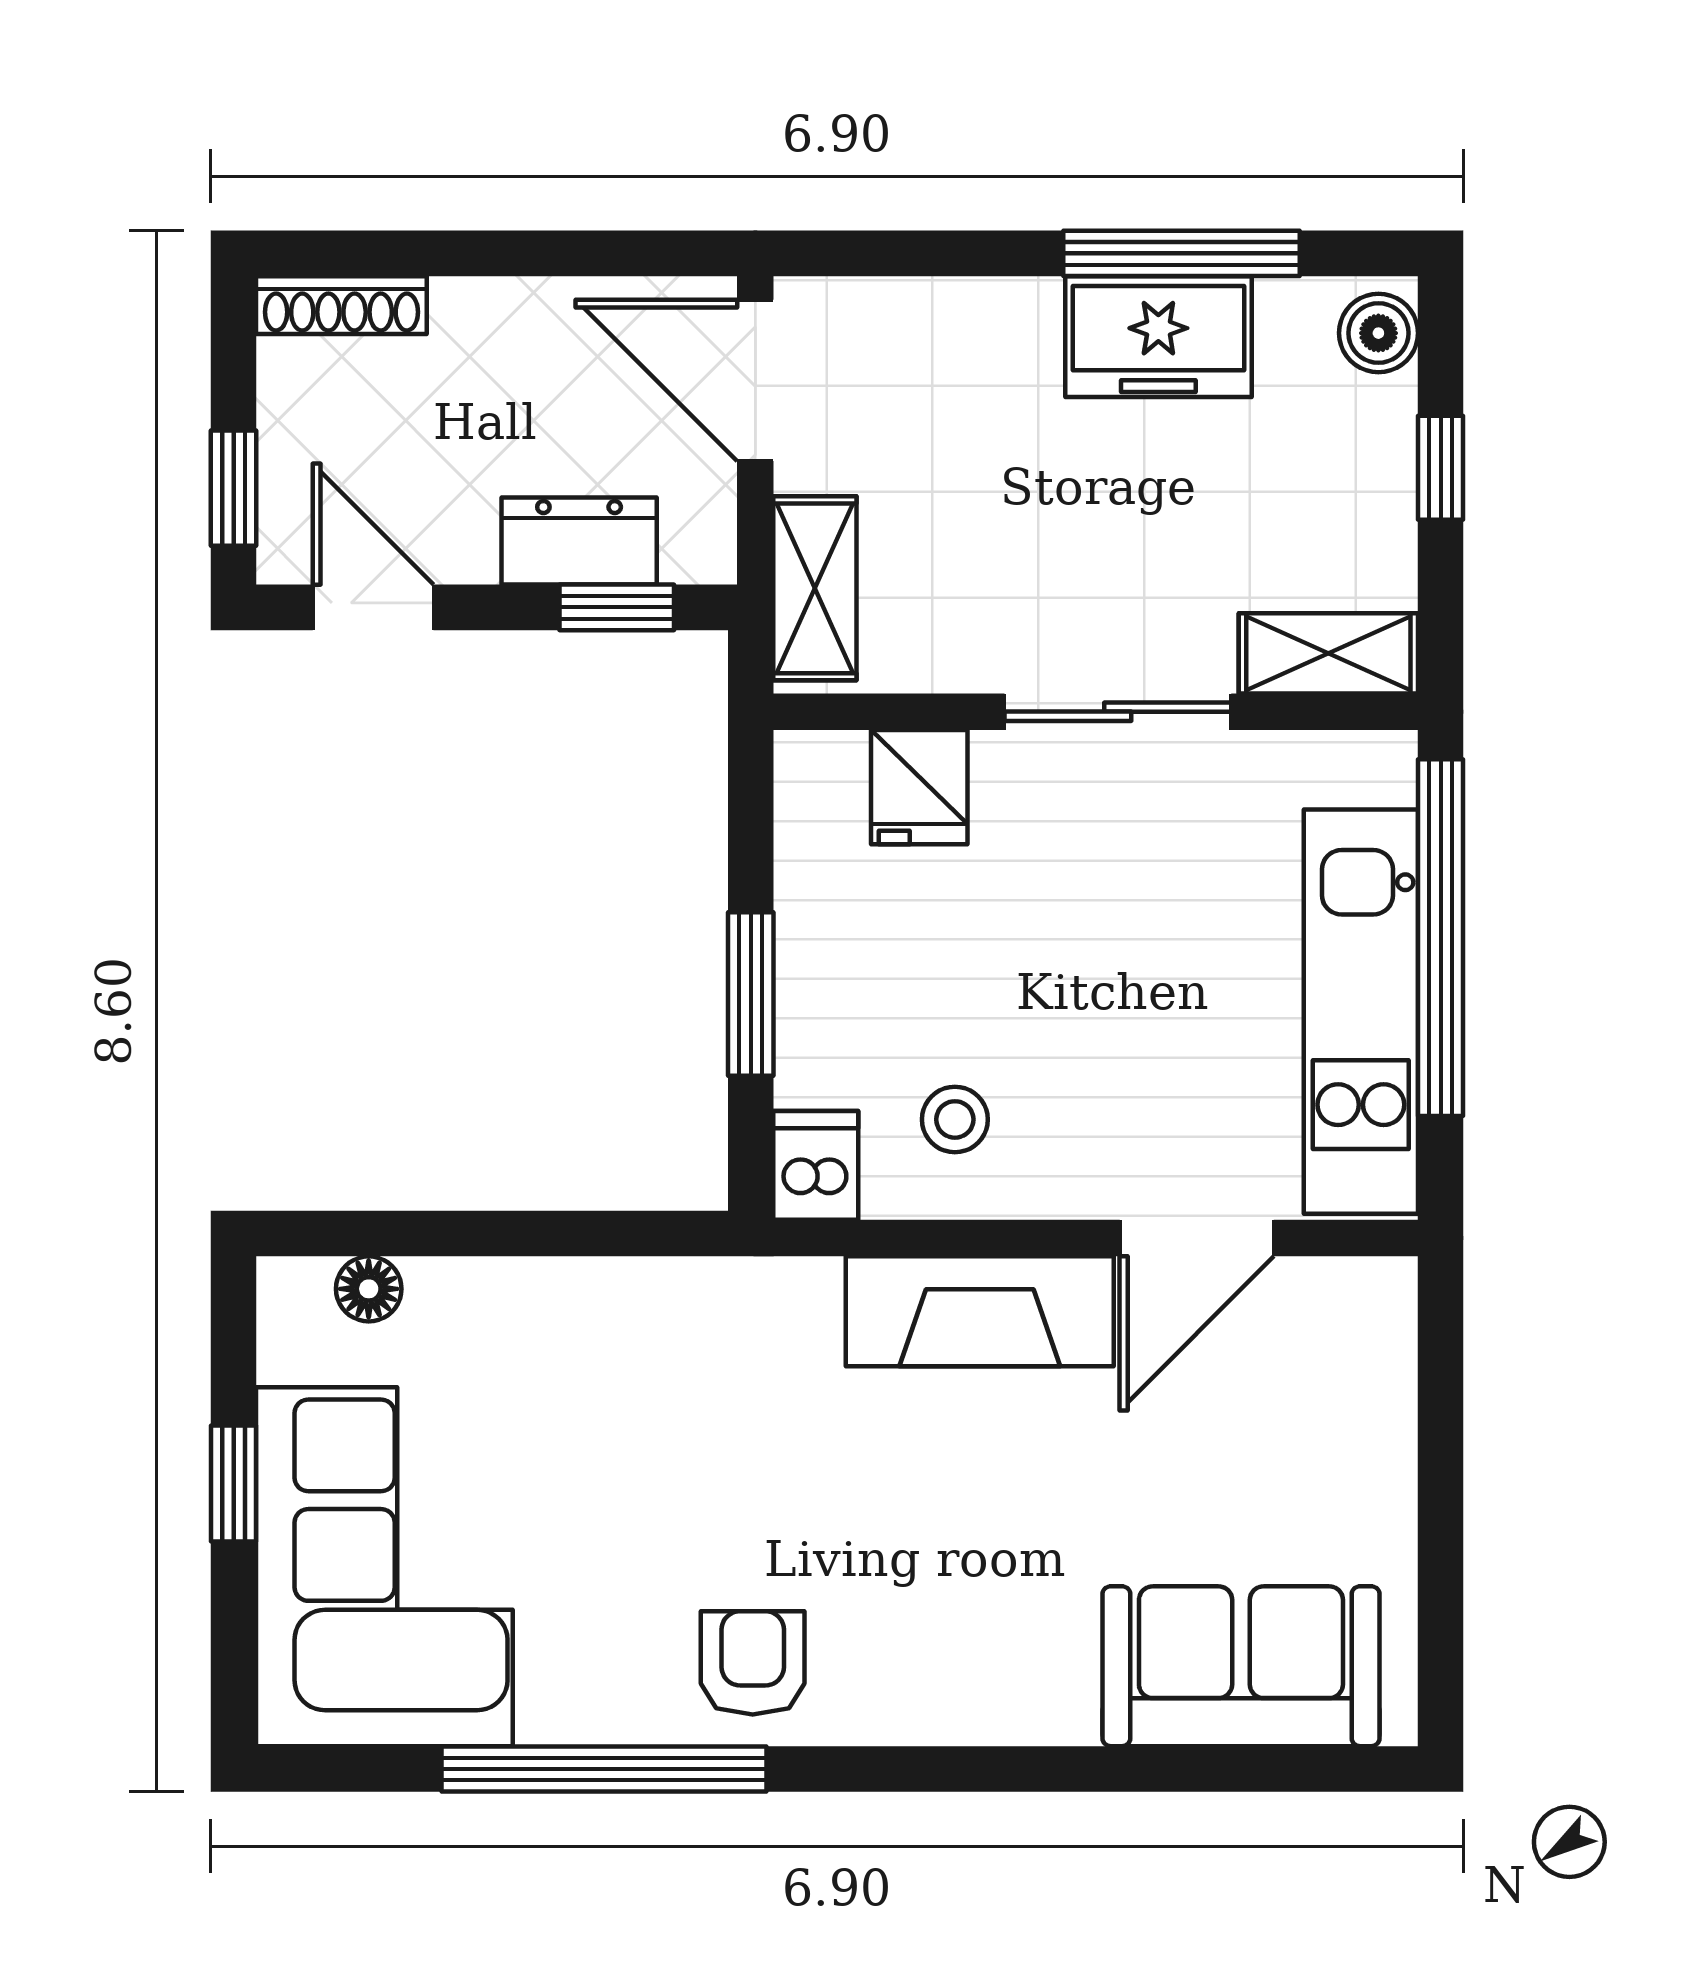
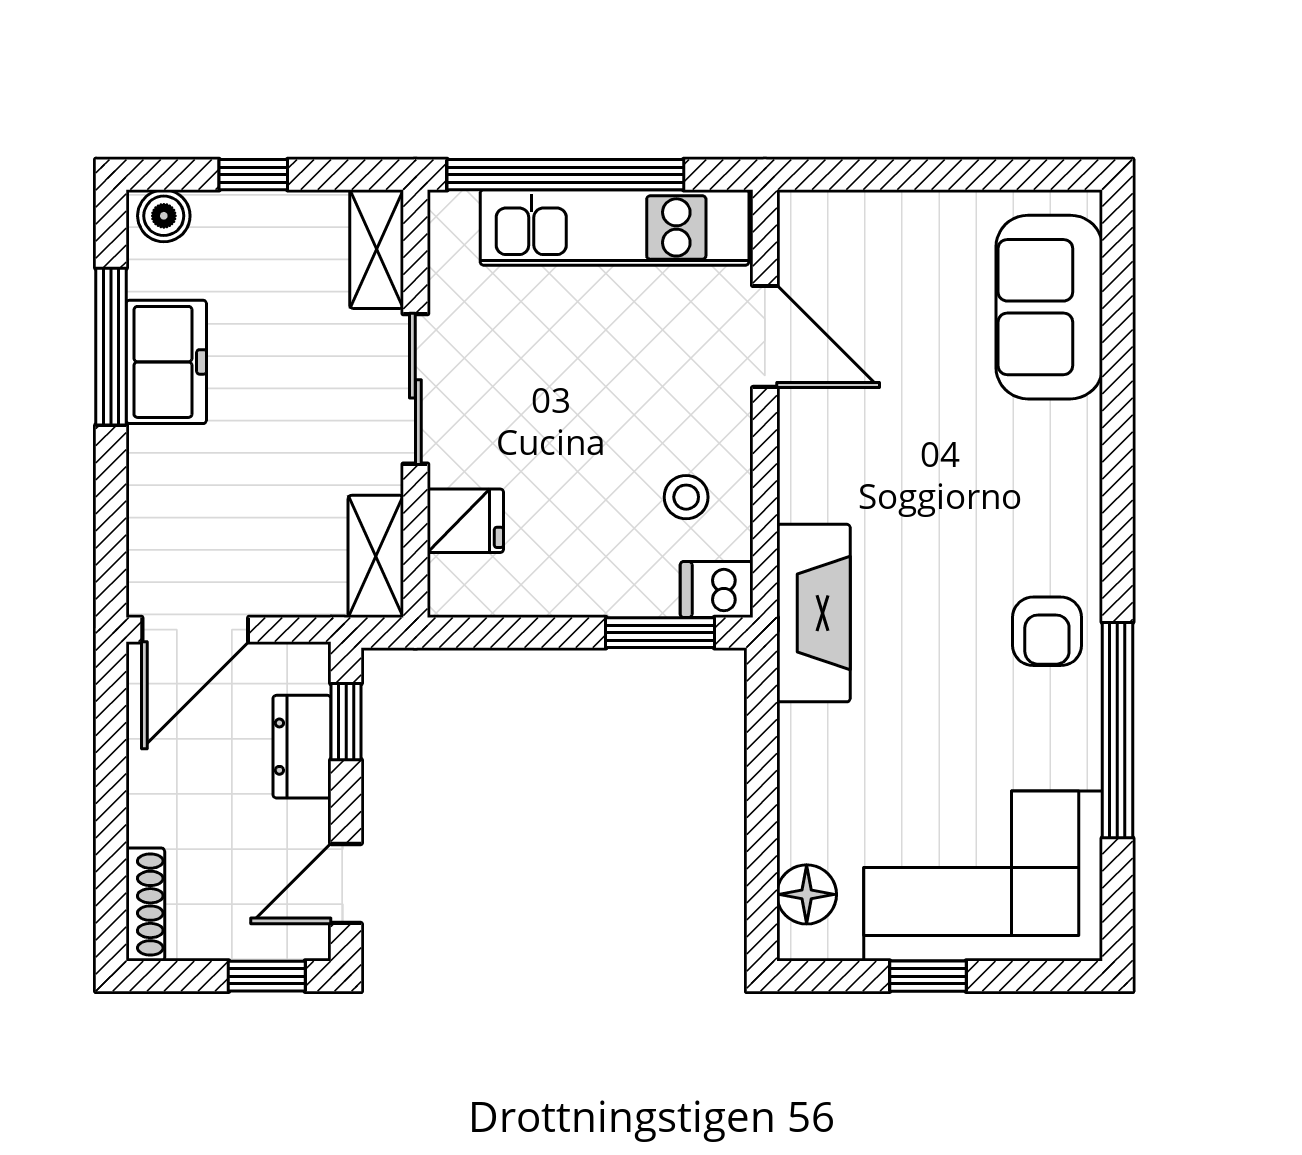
shelving: (815, 588) -> (376, 556), moved, turned 90
window: (751, 994) -> (660, 633), moved
floor lamp: (369, 1289) -> (807, 894), width x1.37, depth x1.37
fireplace: (980, 1311) -> (814, 613), moved
armchair: (753, 1663) -> (1047, 631), turned -90

